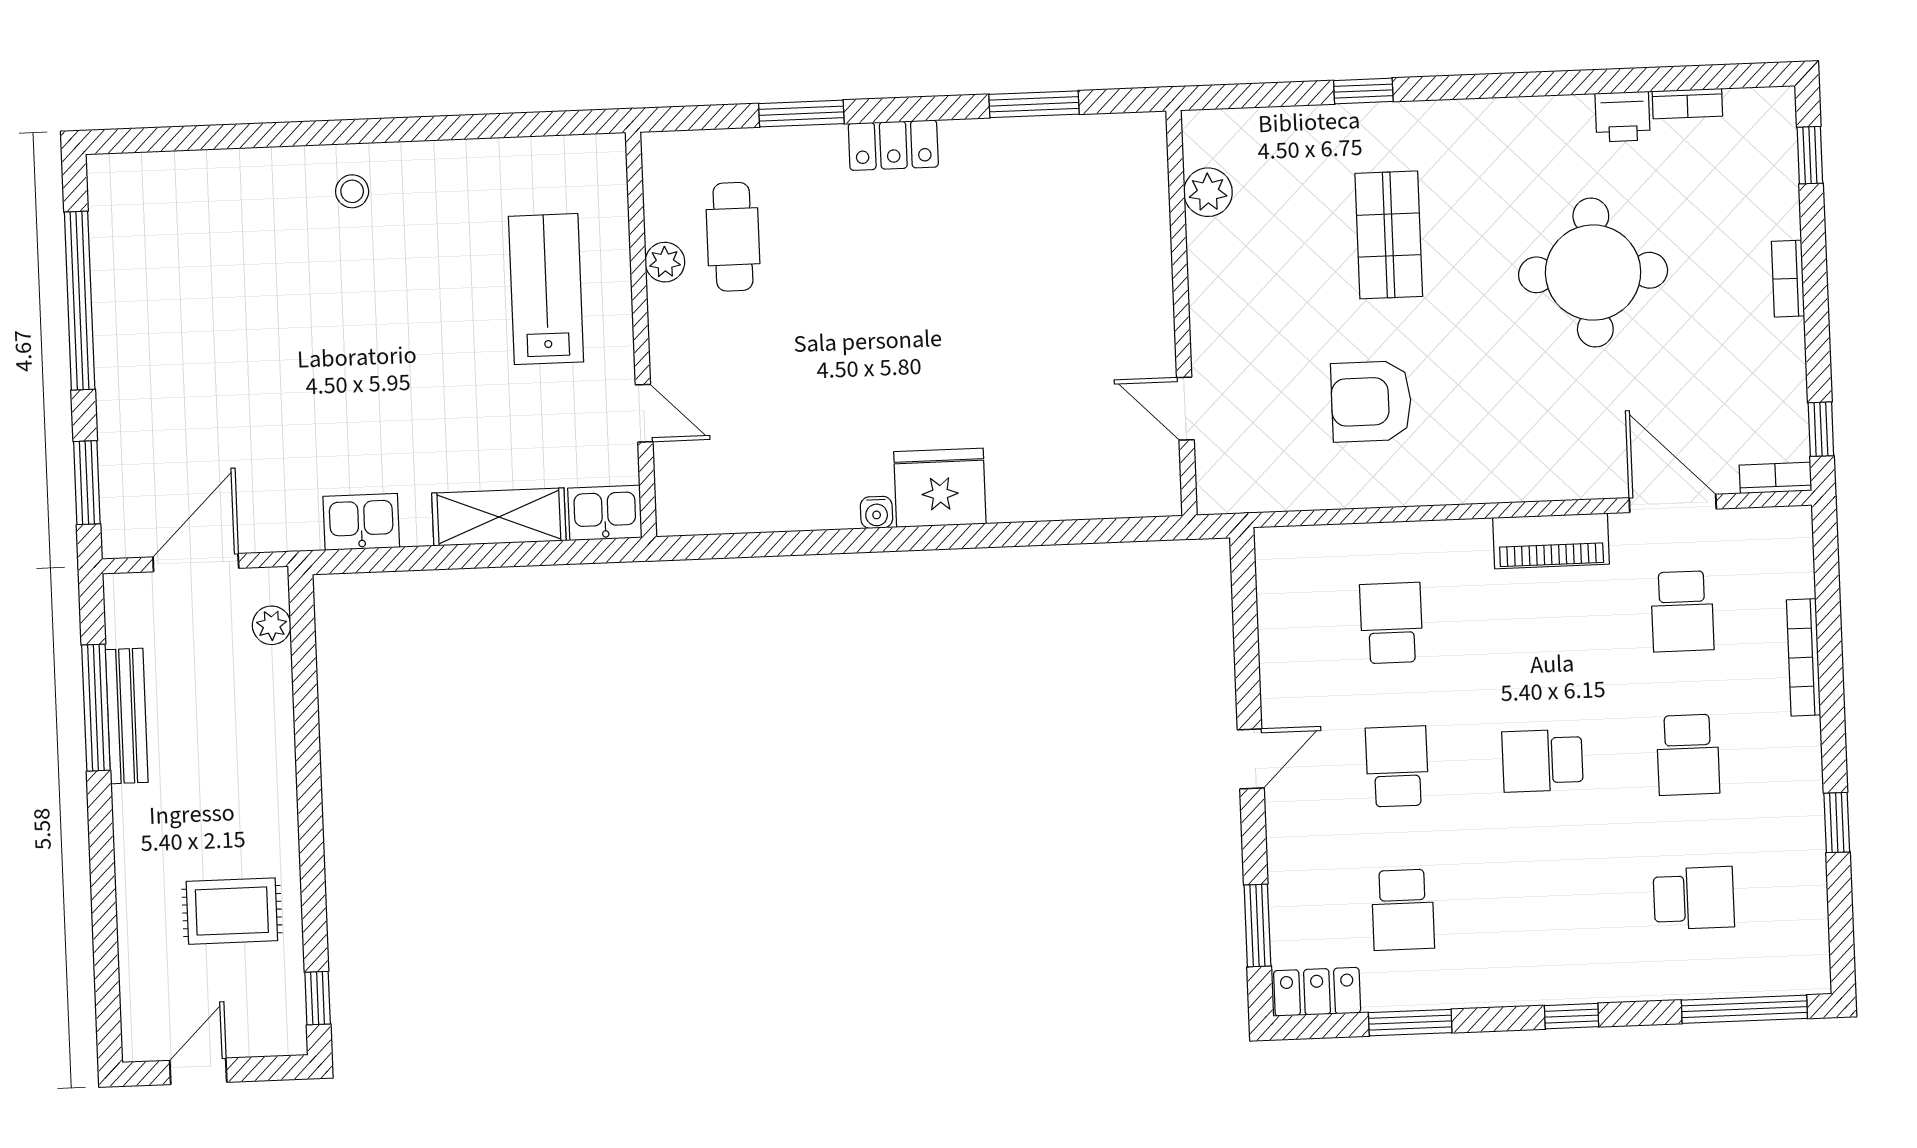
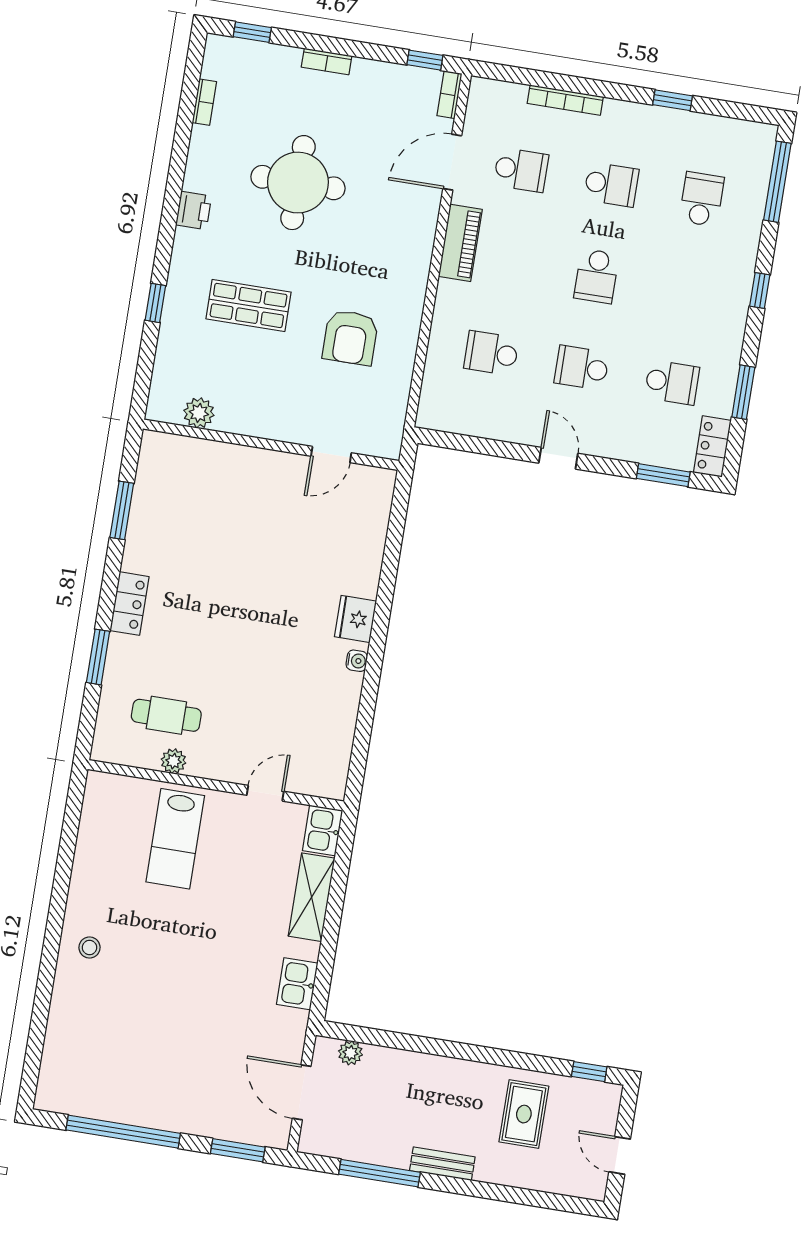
printer: (1623, 117) -> (194, 210), moved
lab bench: (546, 289) -> (175, 839), turned -90
fridge: (940, 488) -> (355, 619), width x0.73, depth x0.75
bench: (127, 716) -> (442, 1164), moved, width x0.73

